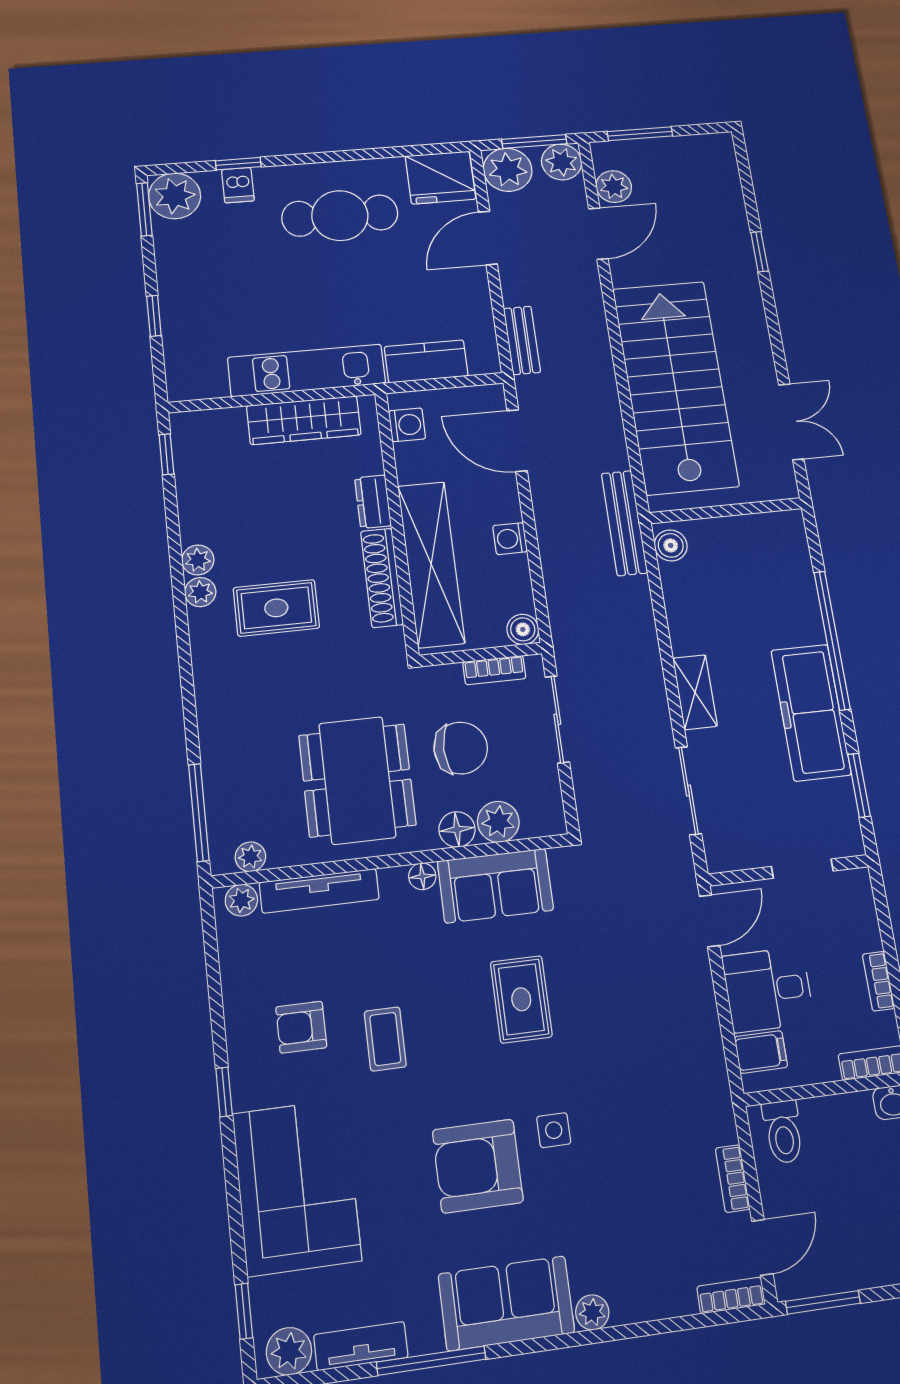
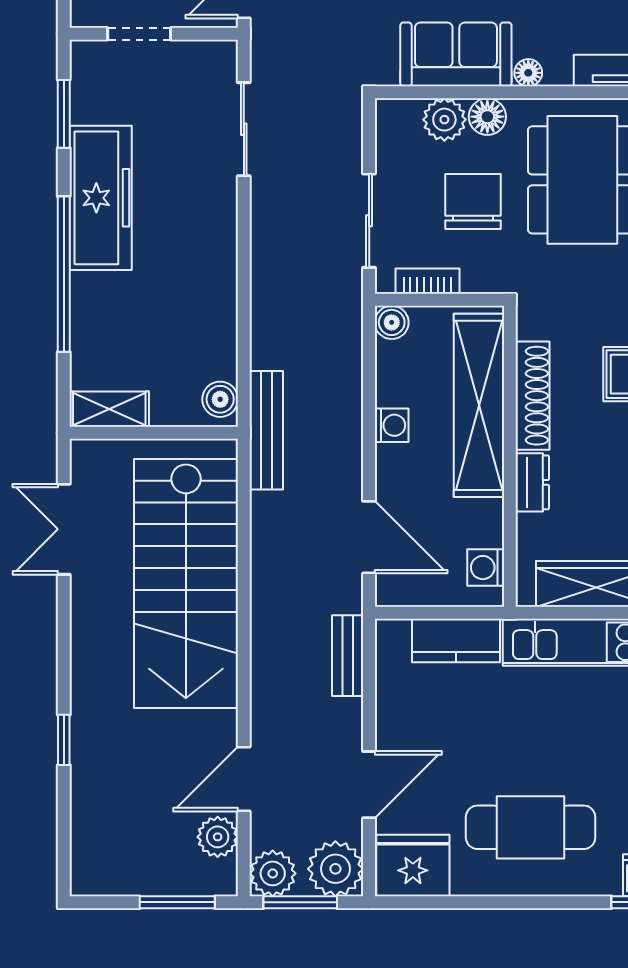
shelving: (695, 692) -> (109, 409), moved, turned 90
chair: (461, 748) -> (473, 201), turned 90

